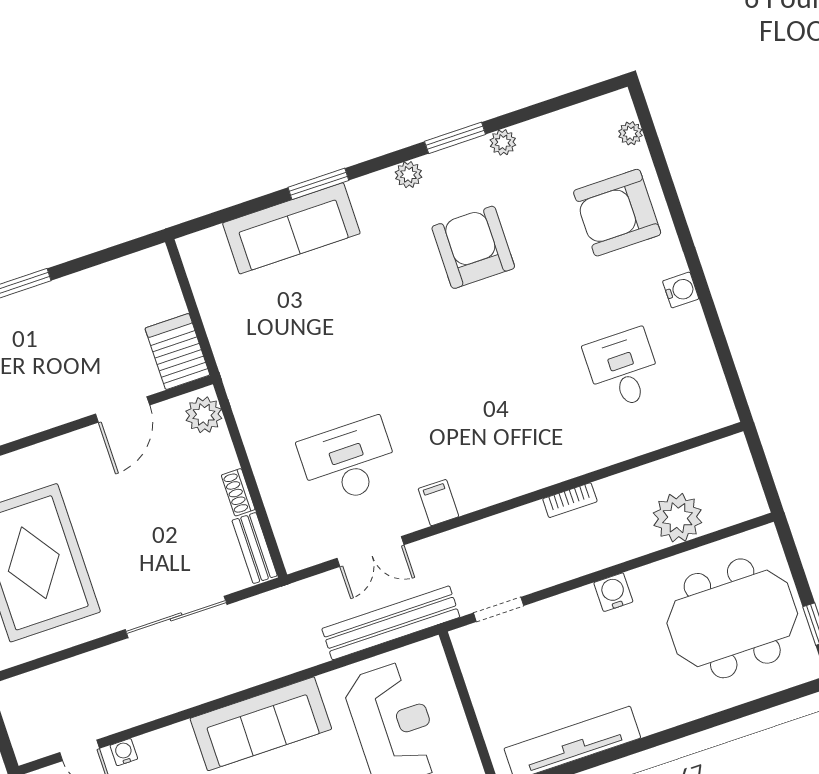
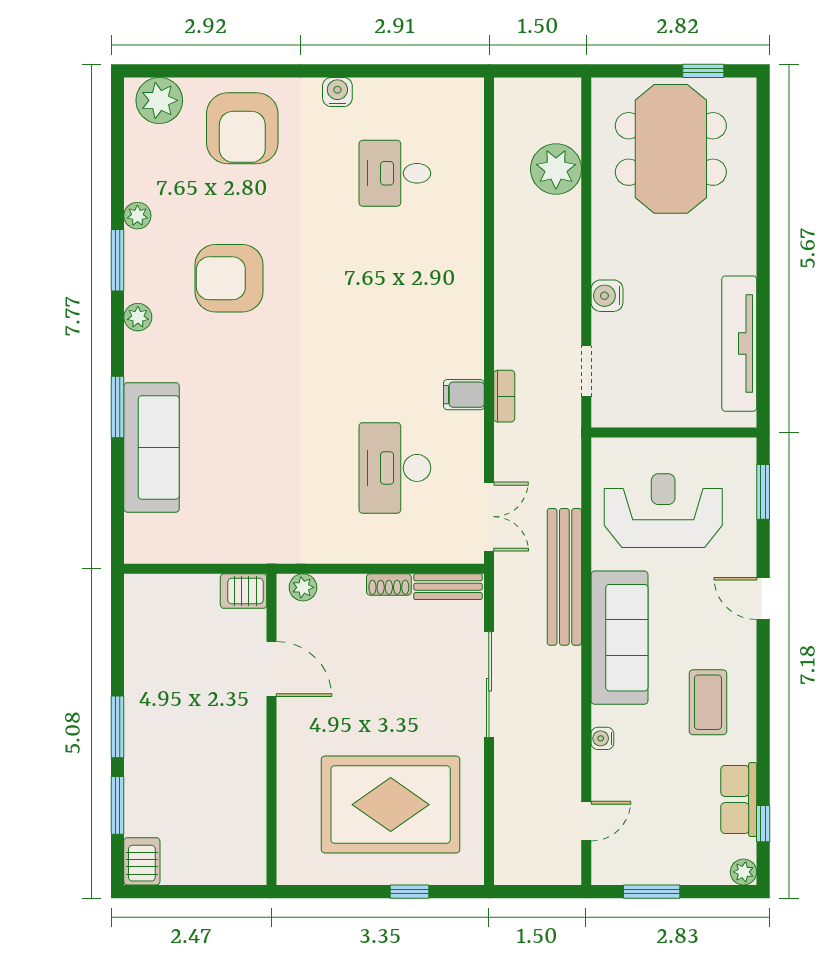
plant: (630, 133) -> (159, 100), width x1.88, depth x1.88
server rack: (177, 352) -> (244, 591), width x0.73, depth x0.70
plant: (204, 415) -> (303, 587), width x0.73, depth x0.73
bookcase: (570, 500) -> (504, 396), moved
double door: (371, 551) -> (489, 517), moved
water cooler: (613, 592) -> (607, 296), moved
bench: (391, 623) -> (564, 577), moved
water cooler: (124, 752) -> (602, 738), moved

